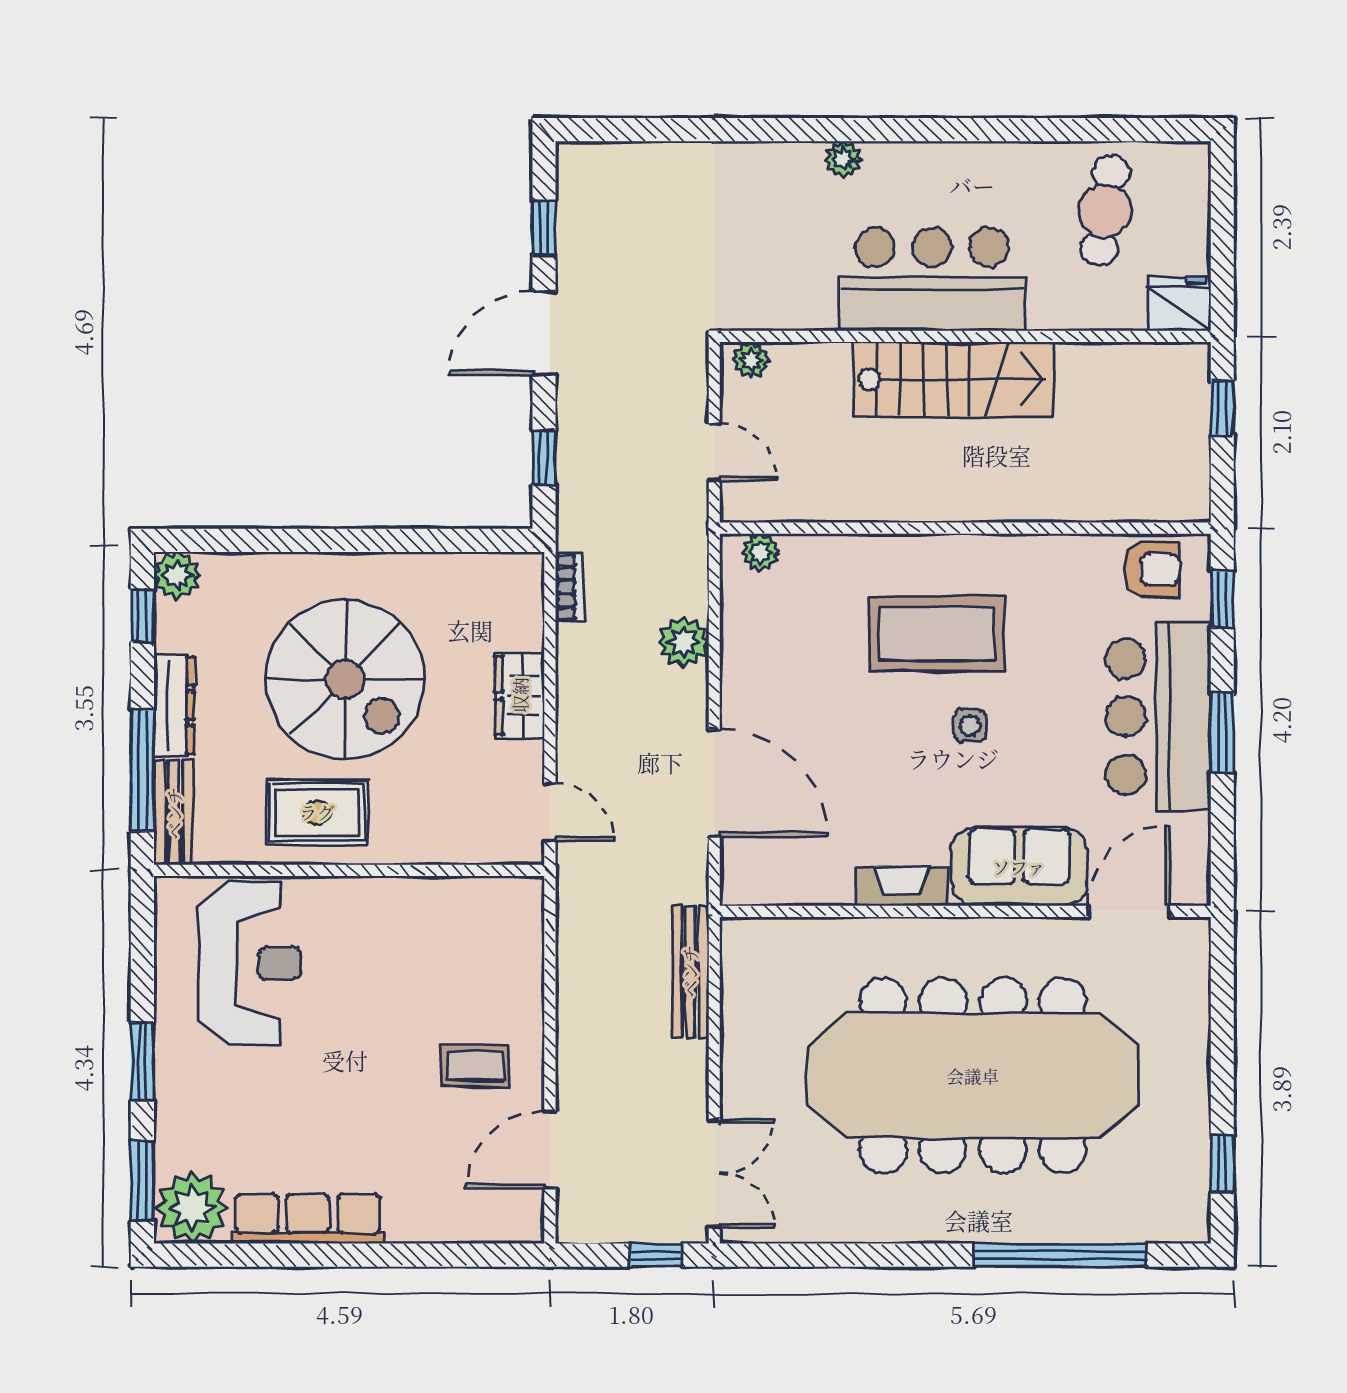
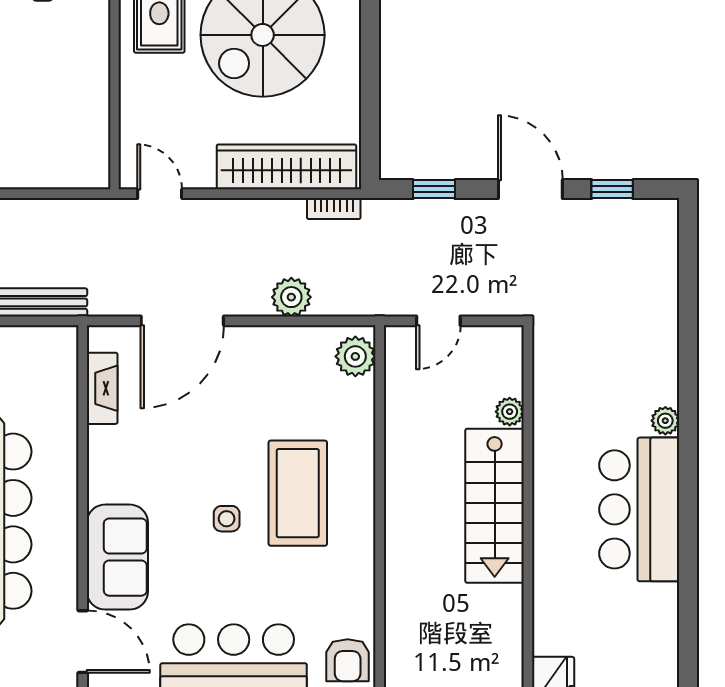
cafe table: (1105, 211) -> (625, 624), removed
bar counter: (932, 279) -> (639, 509), moved, turned 180
plant: (751, 360) -> (510, 412), moved
plant: (760, 552) -> (355, 356), width x1.38, depth x1.38
wardrobe: (520, 695) -> (286, 167), width x2.10, depth x1.17
door: (550, 812) -> (160, 194), swing flipped
fireplace: (902, 886) -> (102, 388), moved

